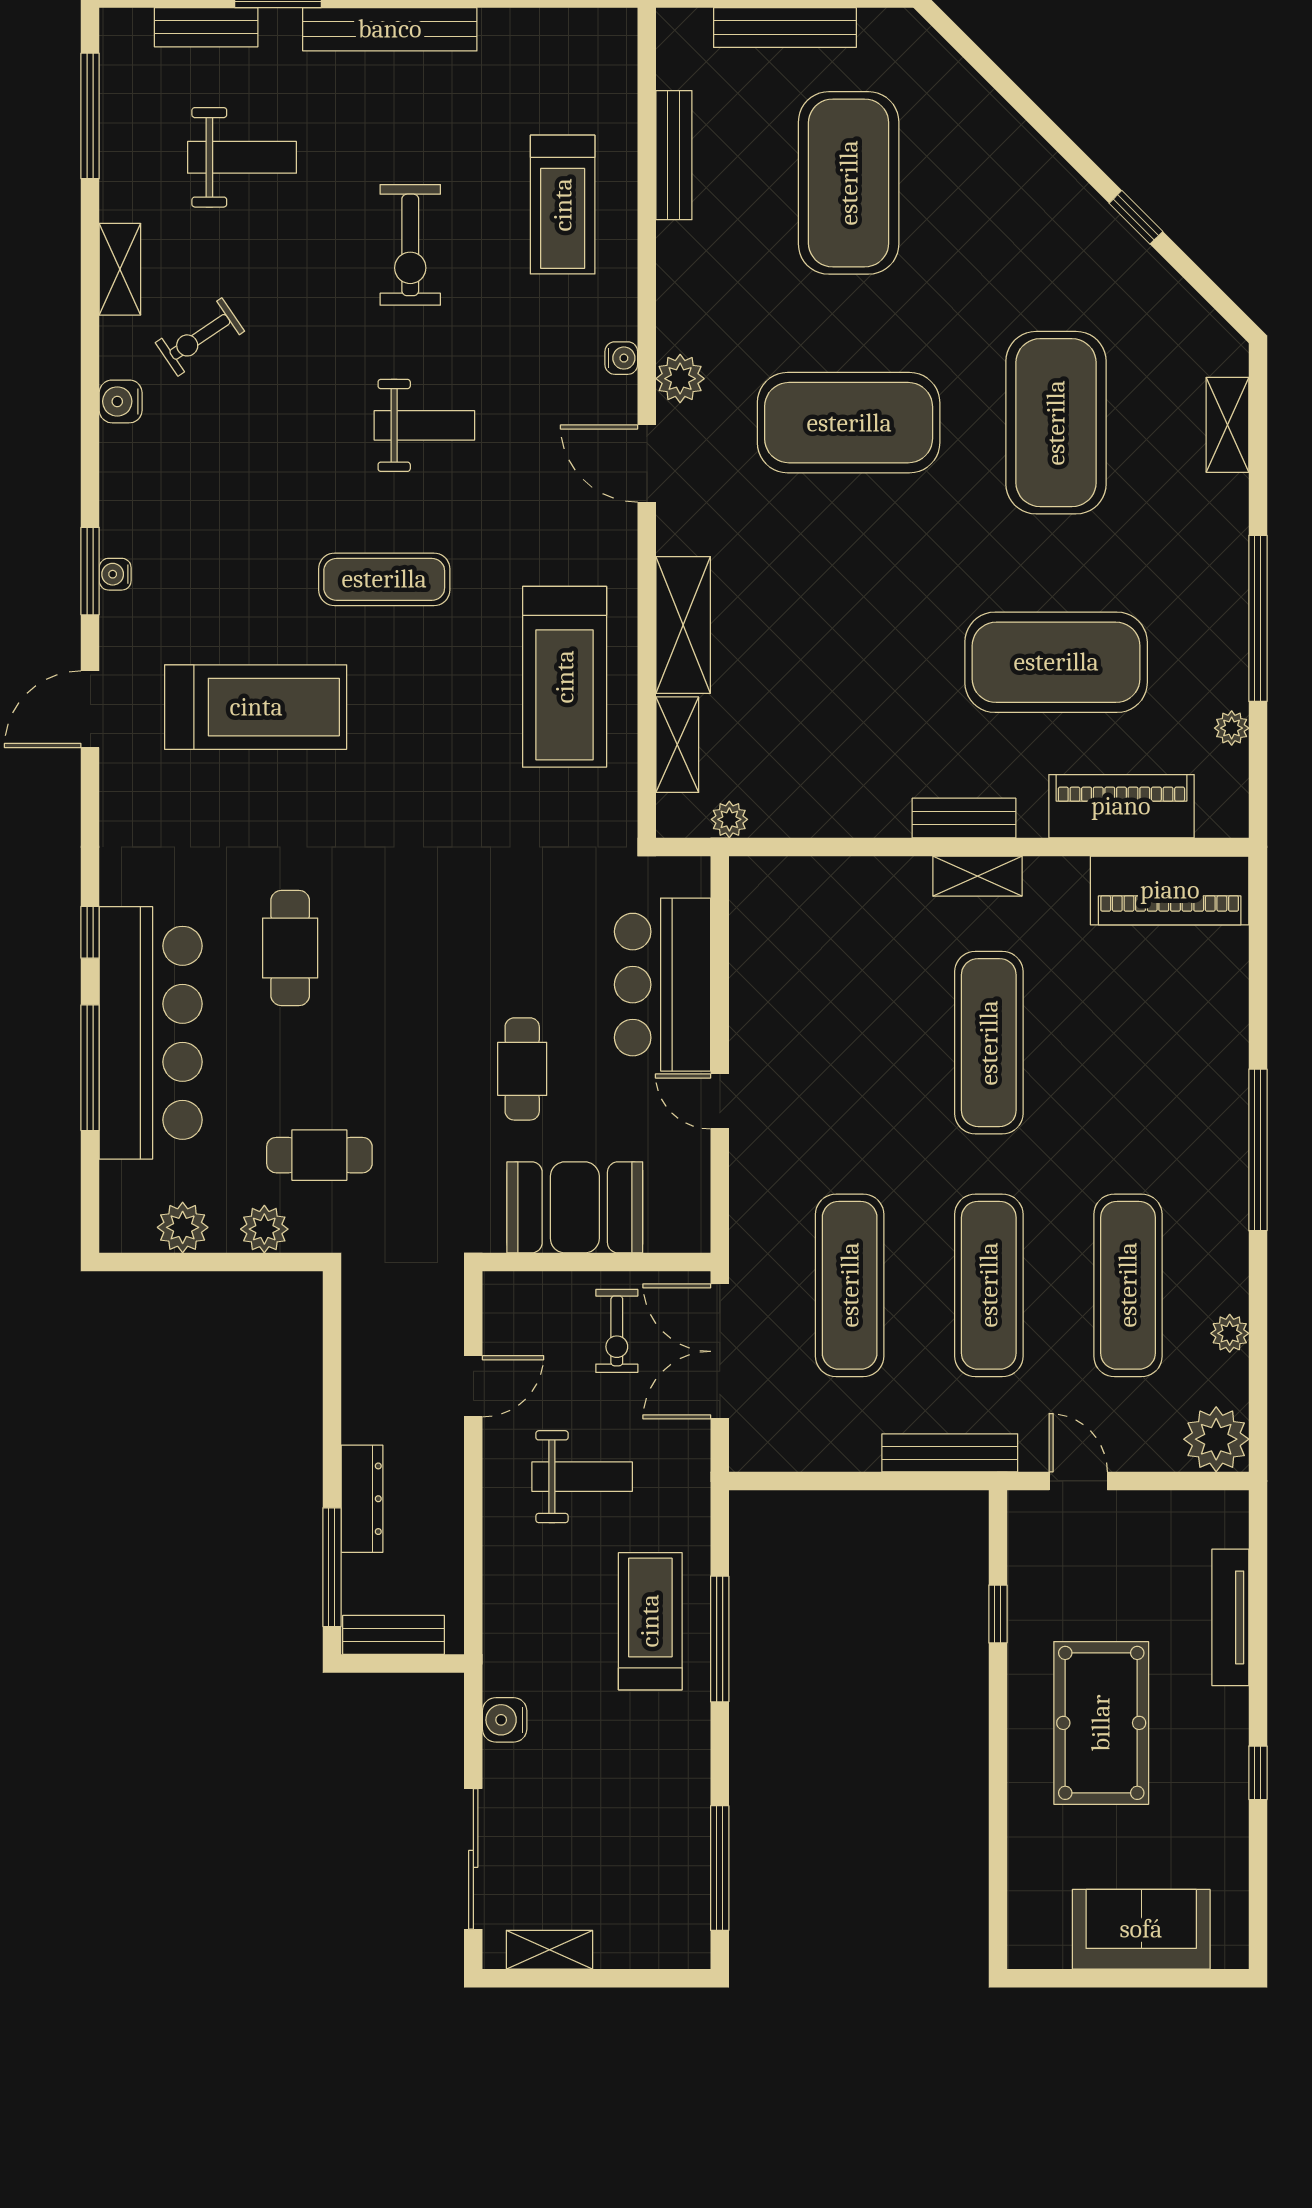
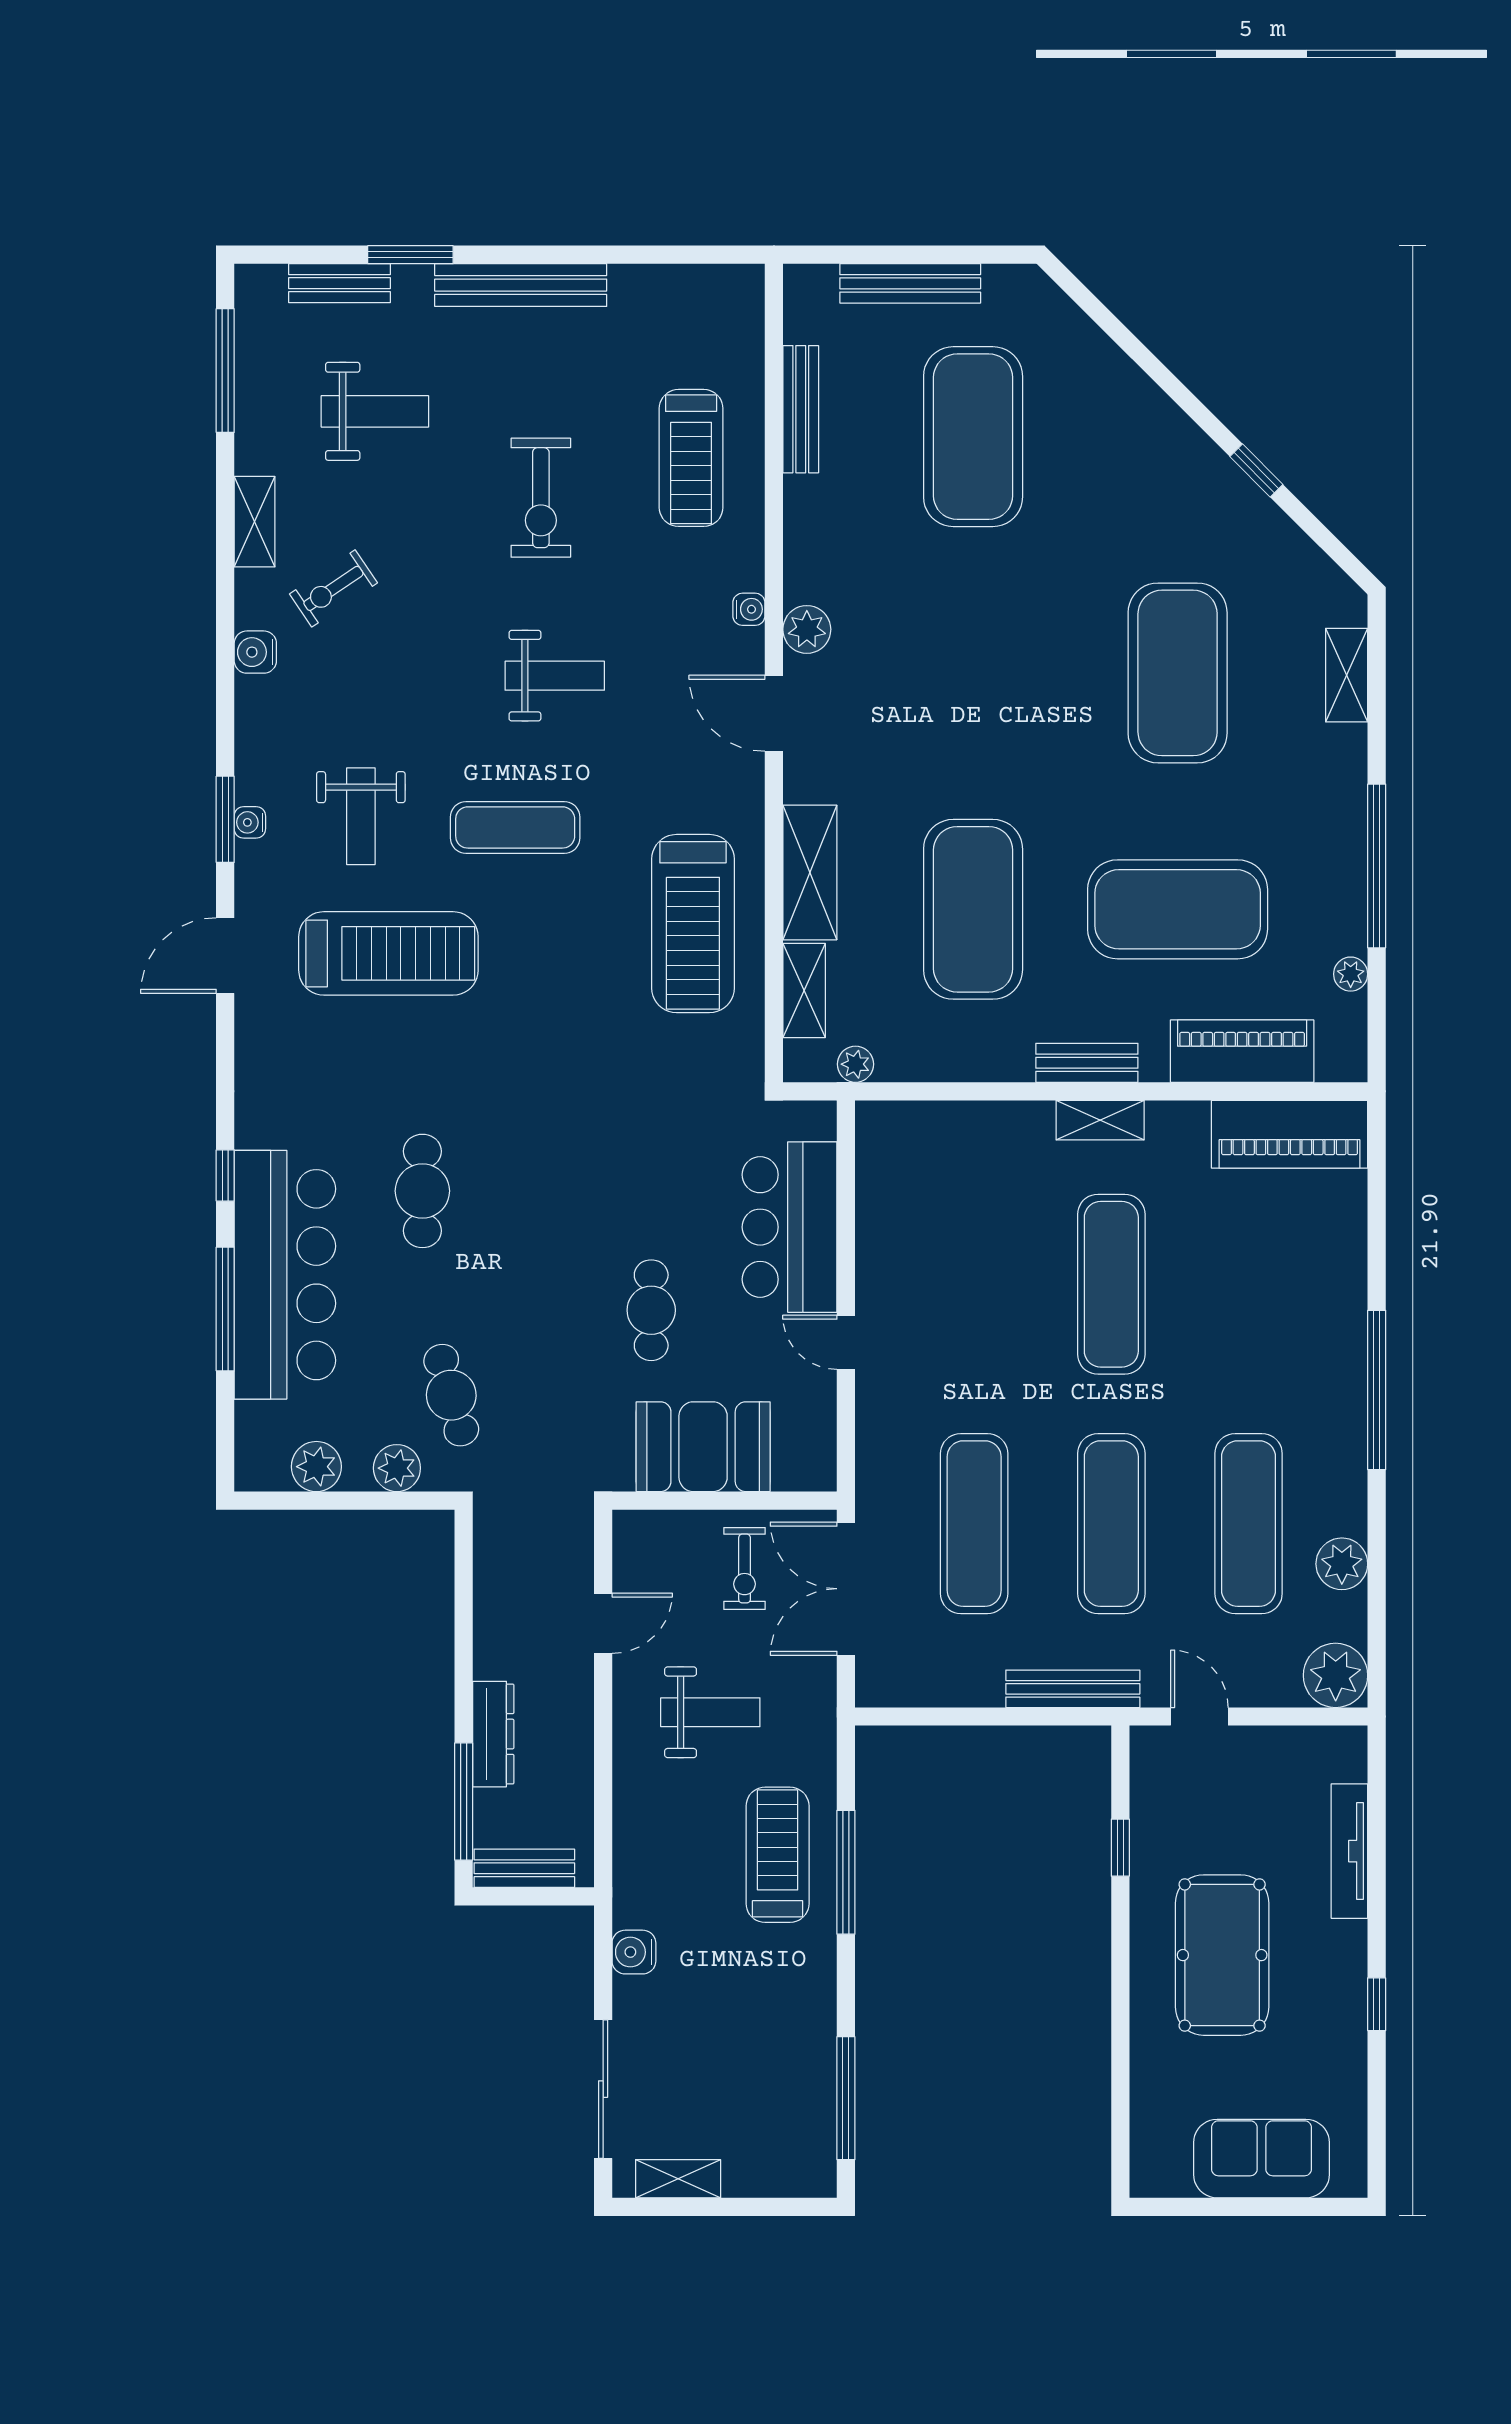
exercise mat: (849, 423) -> (973, 909), moved, turned 90
weight bench: (228, 568) -> (361, 816), added
cafe table: (319, 1155) -> (451, 1395), turned 74
plant: (1230, 1333) -> (1342, 1564), width x1.38, depth x1.38

